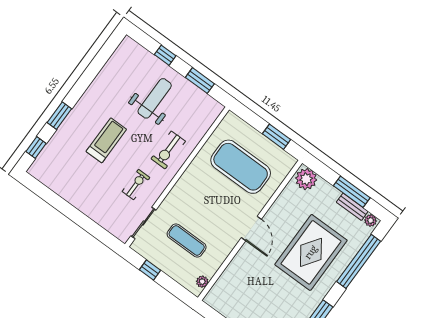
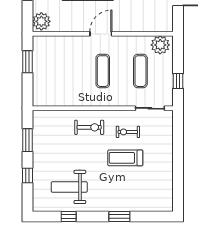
weight bench: (155, 98) -> (69, 187), moved
treadmill: (106, 140) -> (125, 158), moved
window: (36, 148) -> (69, 216), moved
exercise mat: (241, 167) -> (103, 71), moved, width x0.50, depth x0.69
plant: (202, 282) -> (160, 45), width x1.87, depth x1.87

